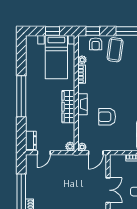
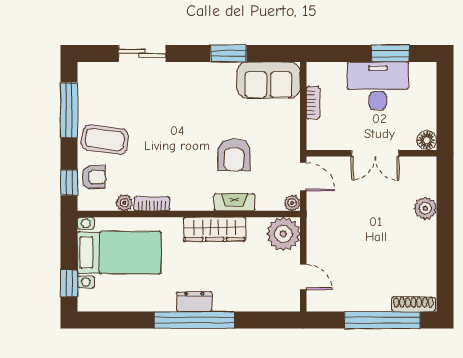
window: (53, 31) -> (69, 283), moved
fireplace: (83, 104) -> (234, 202), moved
dresser: (31, 140) -> (194, 302), moved
plant: (70, 146) -> (283, 234), width x1.87, depth x1.87
double door: (108, 190) -> (375, 153), swing flipped

